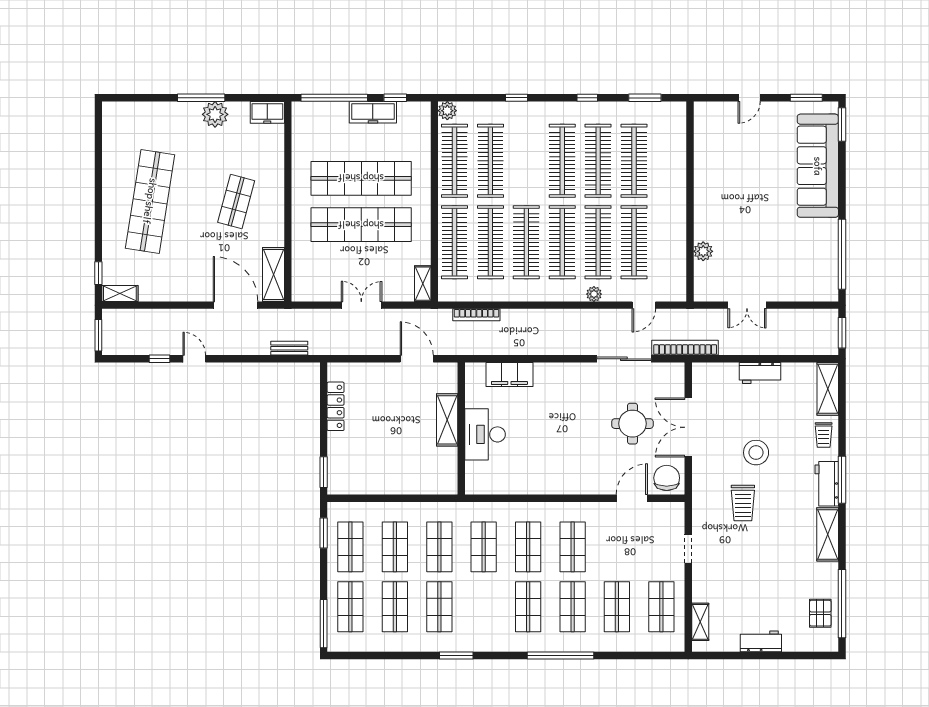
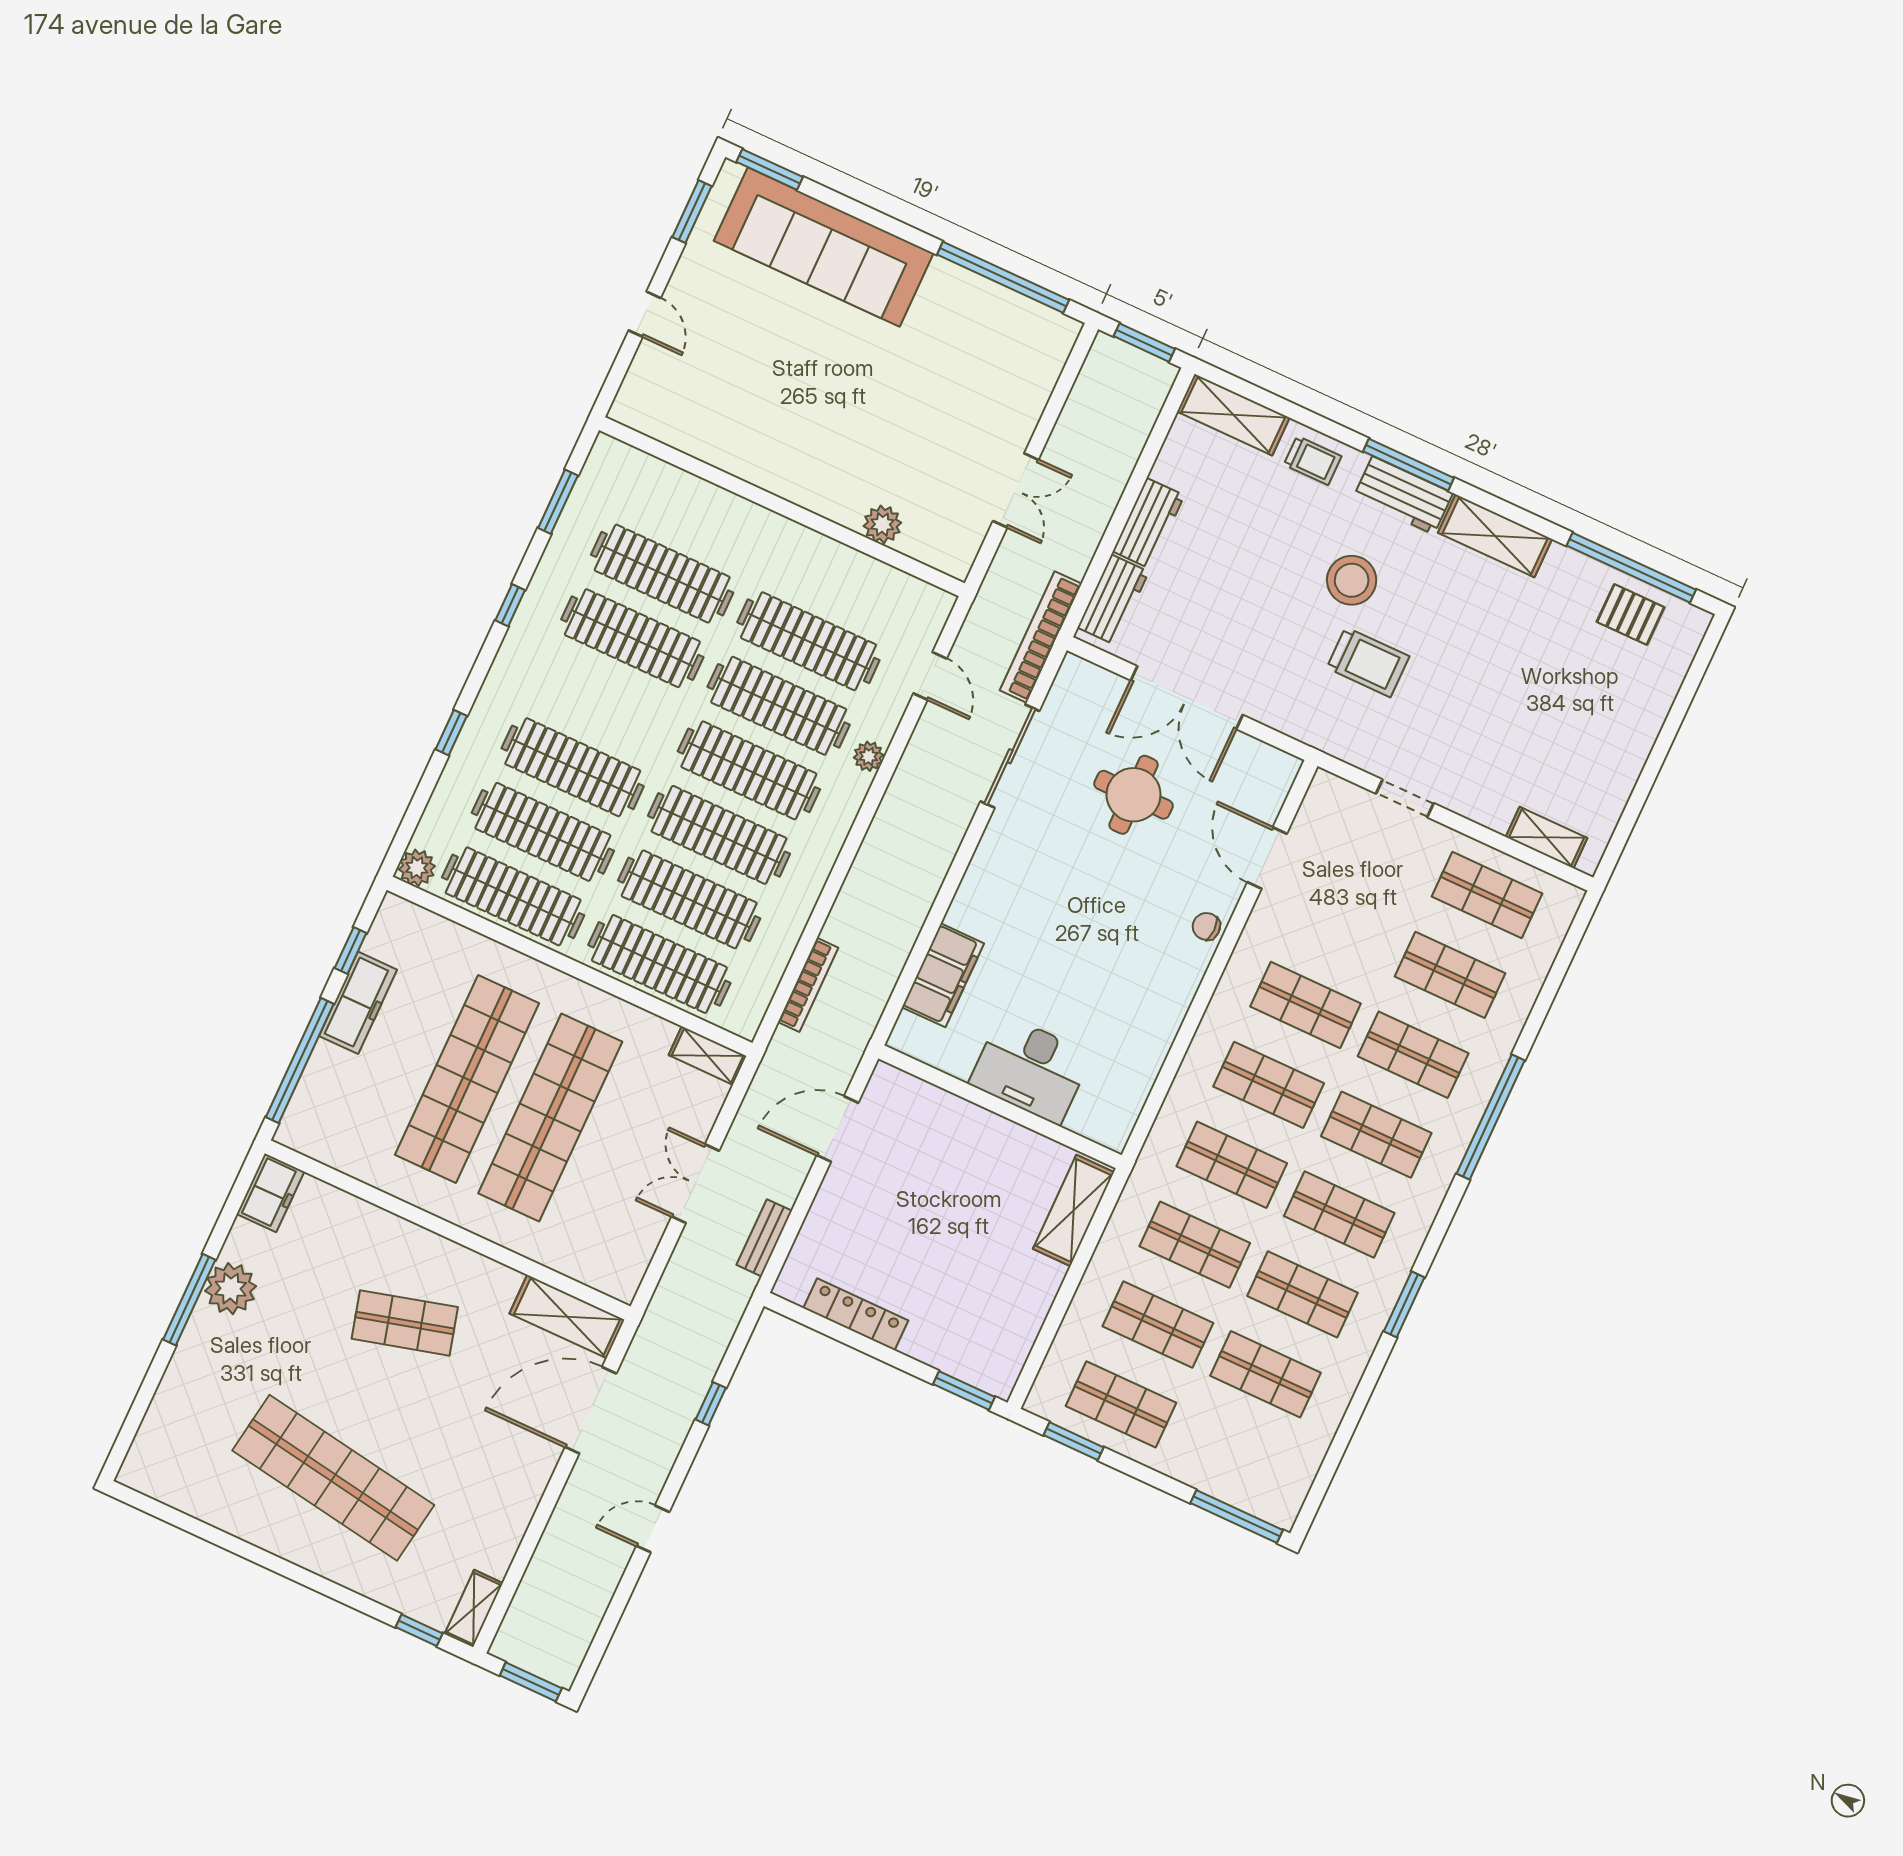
clothes rail: (562, 161) -> (573, 767), moved
shop shelf: (236, 201) -> (405, 1323), turned -30
bench: (289, 348) -> (764, 1238), moved
window: (159, 359) -> (711, 1404), moved
shelving: (447, 420) -> (1074, 1210), moved, turned 90
stool: (756, 453) -> (1352, 580), moved
chair: (667, 478) -> (1206, 926), moved, width x0.54, depth x0.54
shop shelf: (350, 607) -> (1339, 1215), moved
workbench: (761, 641) -> (1113, 600), moved, turned 180

